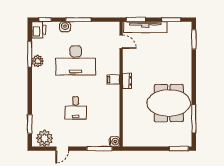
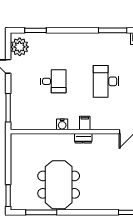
desk: (76, 60) -> (106, 81), width x0.73, depth x0.77
plant: (38, 61) -> (105, 39), removed
desk: (76, 108) -> (53, 81), turned 180
water cooler: (114, 142) -> (62, 124), moved

